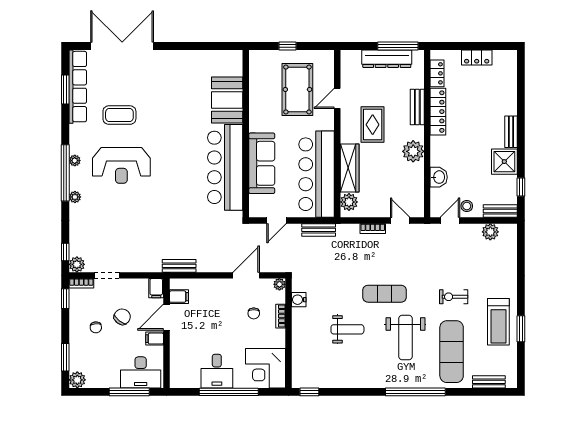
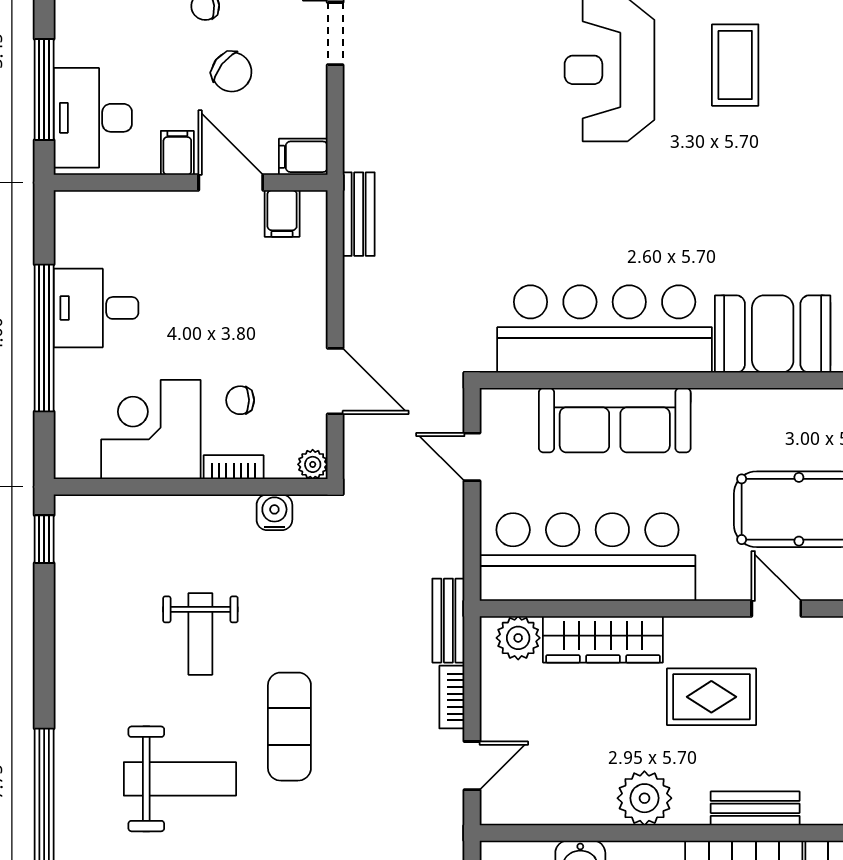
bench: (319, 230) -> (448, 621), moved
weight bench: (405, 338) -> (180, 779), turned 180
corner desk: (265, 368) -> (151, 430), moved

